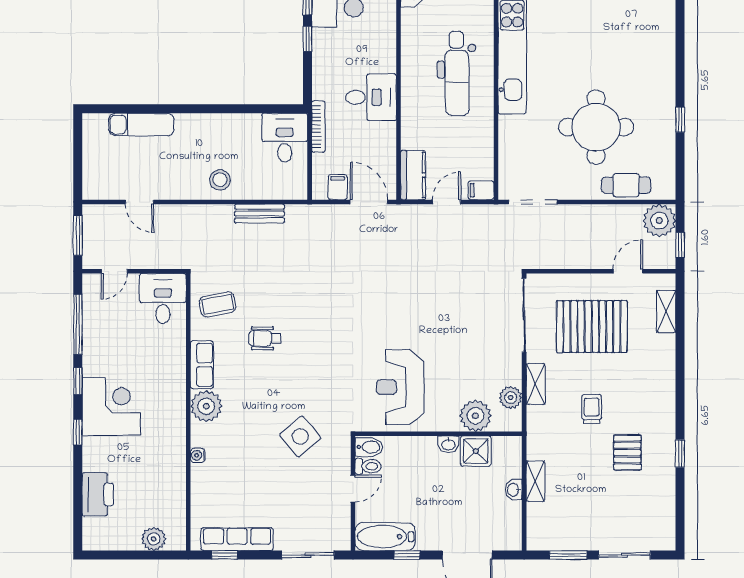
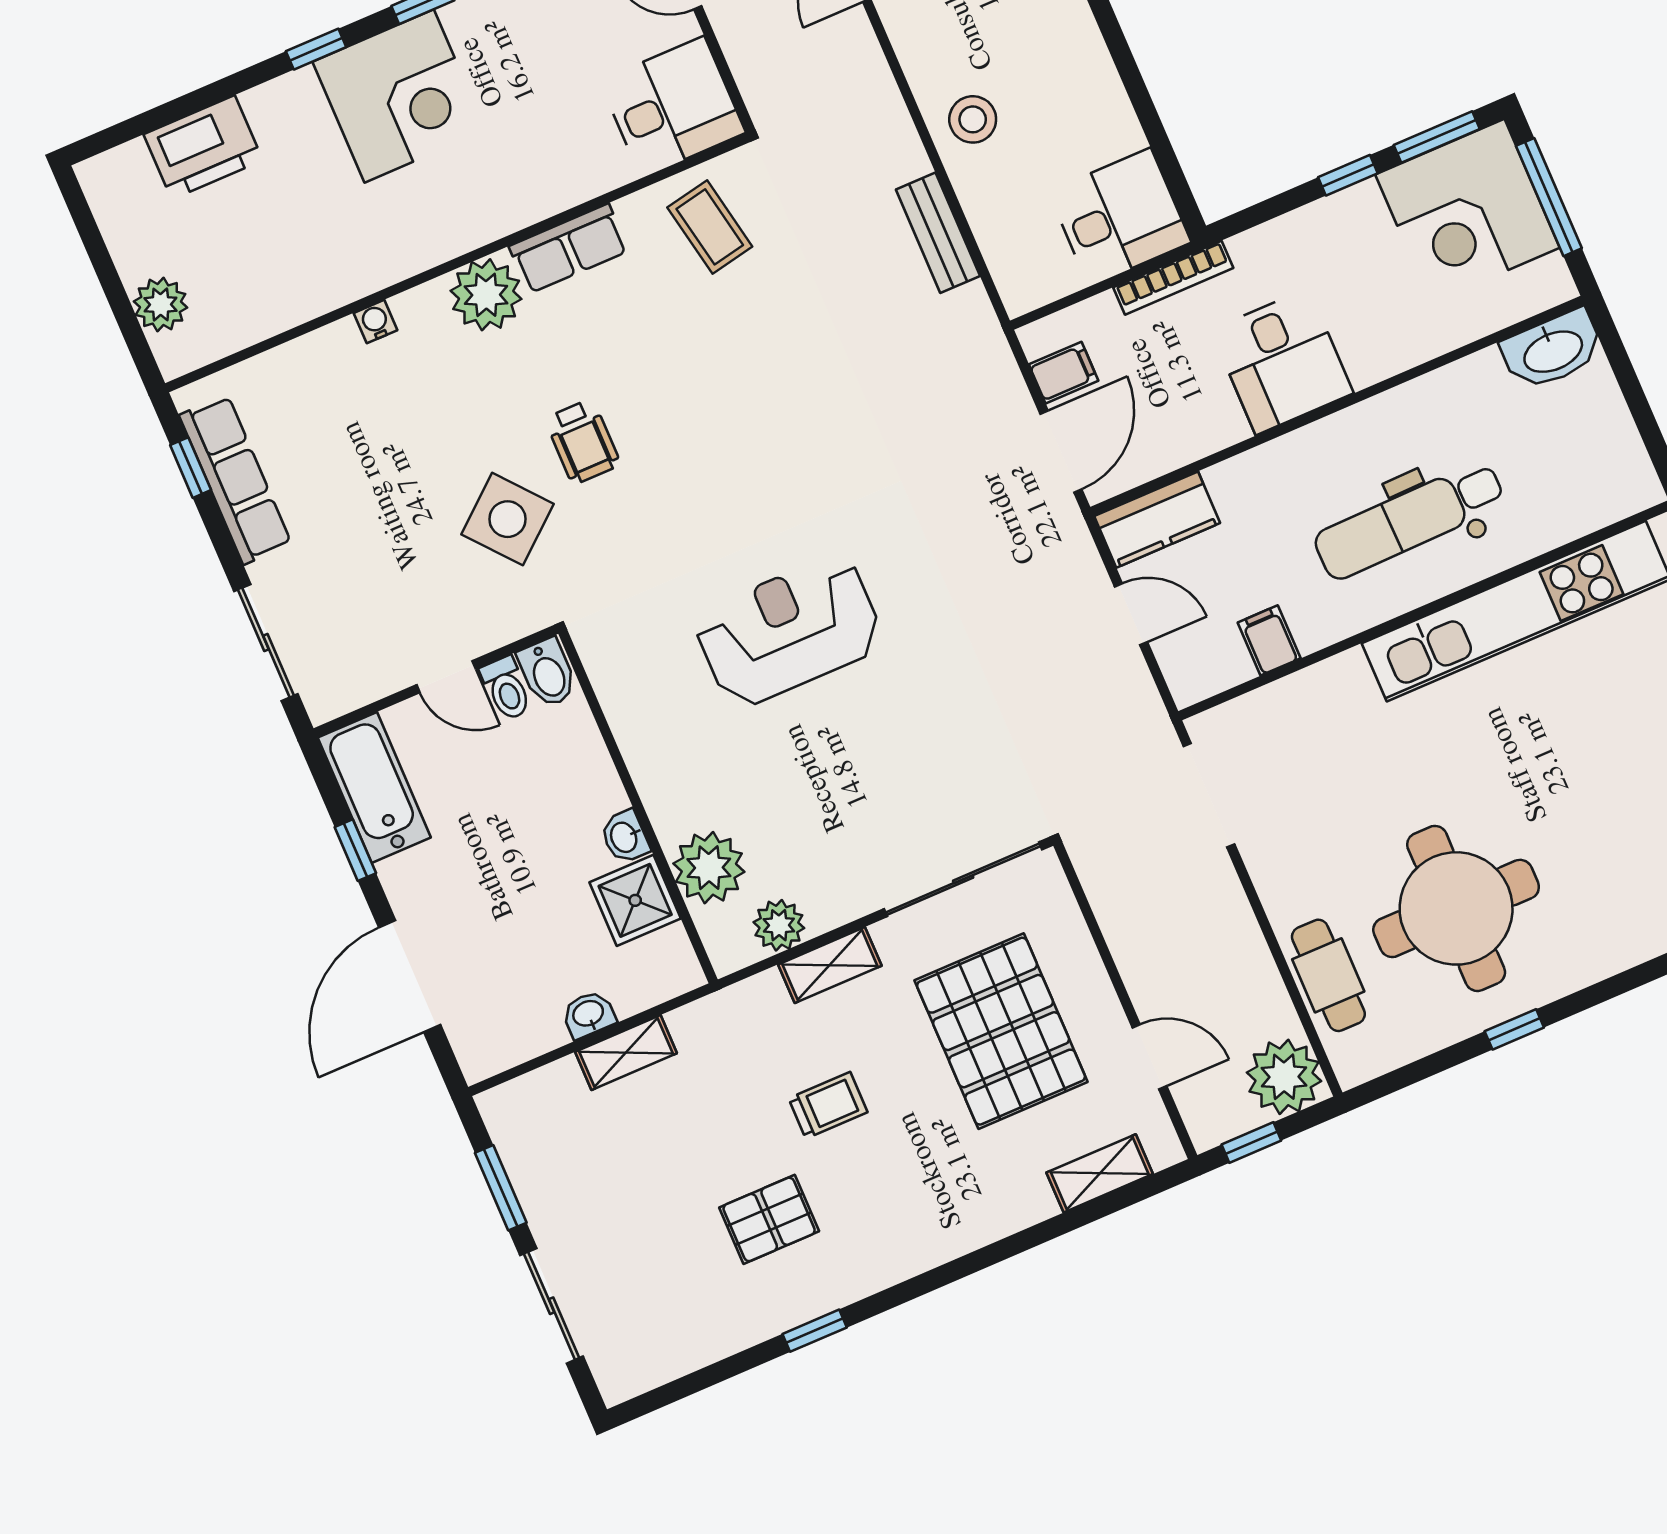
round table: (596, 127) -> (1456, 908), moved
filing cabinet: (481, 190) -> (1269, 640), moved
wheelchair: (265, 338) -> (583, 442), moved, turned 180
reception desk: (400, 387) -> (789, 631), moved

